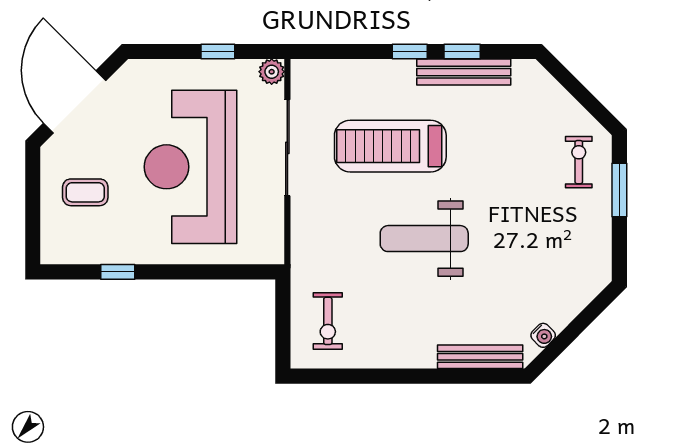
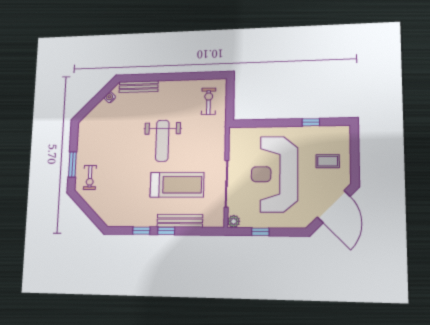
bench: (464, 72) -> (180, 221), moved
reception desk: (190, 167) -> (274, 174), turned 180
weight bench: (424, 239) -> (162, 141), turned 90

